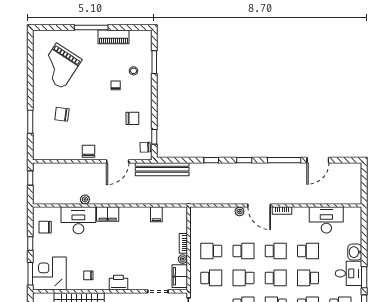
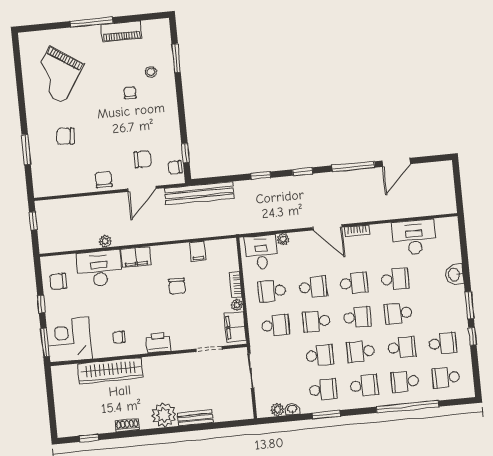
chair: (132, 118) -> (143, 159), moved
plant: (240, 211) -> (283, 239), moved
chair: (138, 240) -> (177, 286), added
desk: (348, 273) -> (261, 252), moved, turned -90

